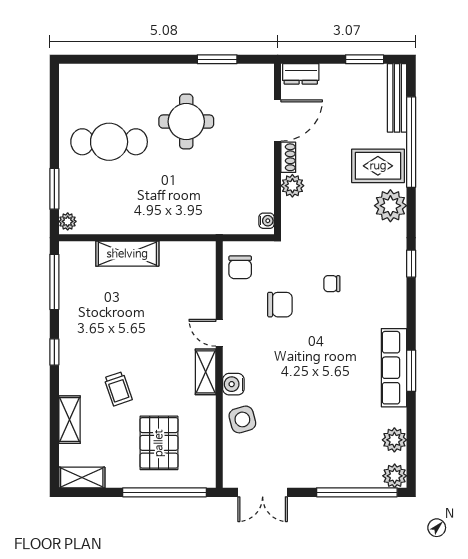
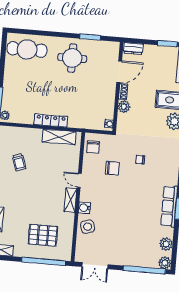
round table: (186, 122) -> (72, 58), moved
cafe table: (109, 142) -> (27, 49), moved
locker: (156, 224) -> (51, 121), added
shelving: (127, 254) -> (59, 137), moved
trolley: (118, 389) -> (19, 162), moved
pallet: (159, 443) -> (43, 235), turned 90

